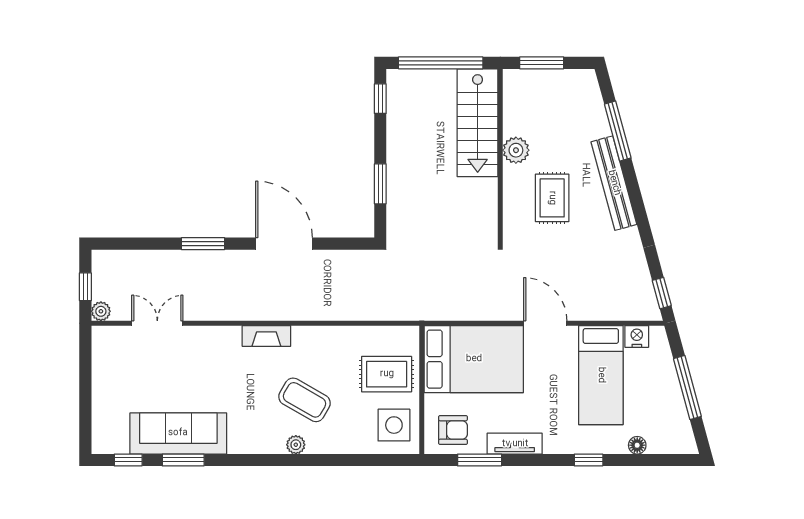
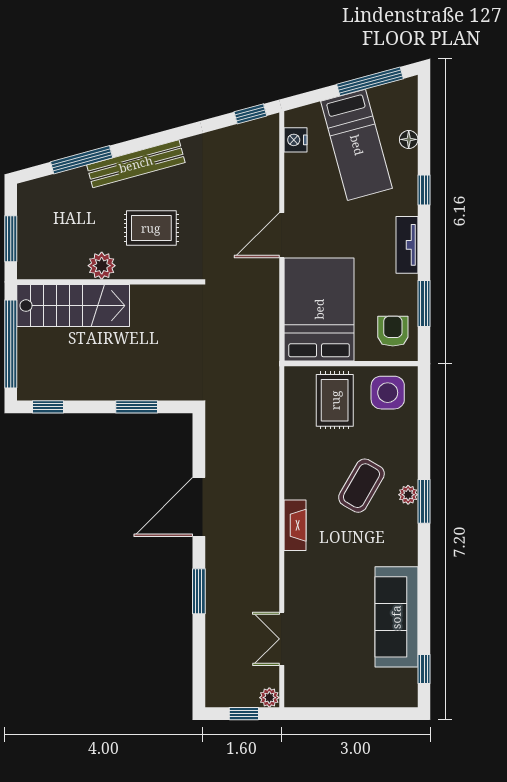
bed: (601, 375) -> (357, 145), moved, turned 75
window: (687, 387) -> (370, 81), moved
tv unit: (515, 444) -> (407, 245), moved
window: (183, 460) -> (424, 501), moved

